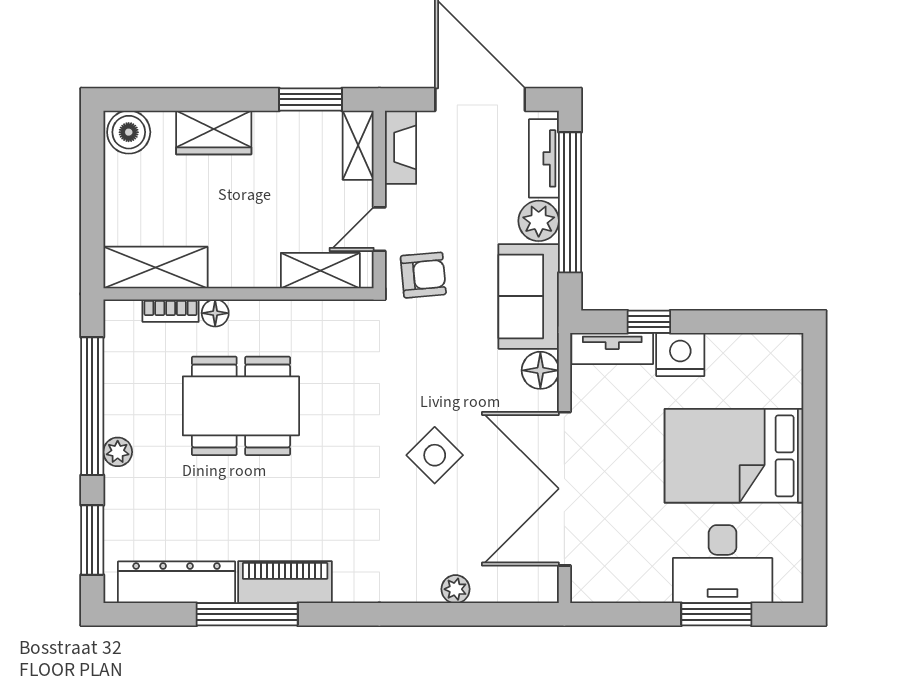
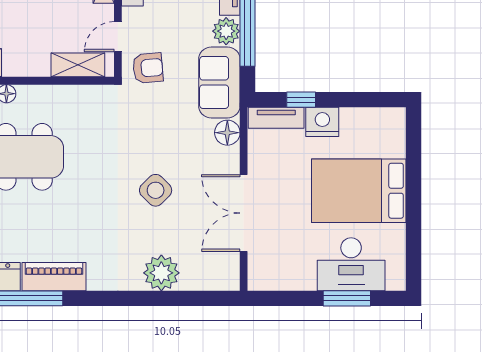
double door: (564, 489) -> (244, 213), width x0.73
plant: (456, 589) -> (161, 273), width x1.88, depth x1.88

